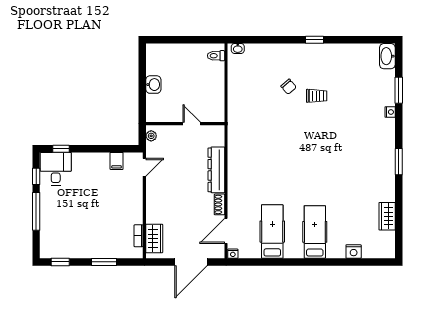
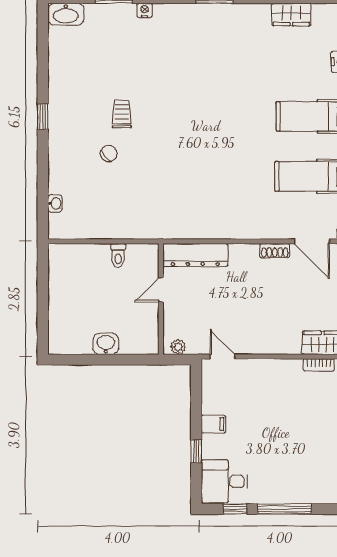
washbasin: (238, 48) -> (55, 203), moved
toilet: (216, 56) -> (118, 256), moved
window: (61, 149) -> (196, 451), moved
filing cabinet: (117, 161) -> (213, 424), moved
dresser: (216, 170) -> (195, 255), moved

